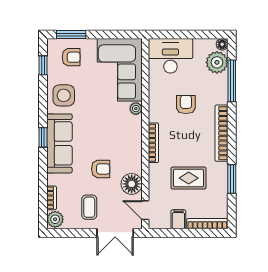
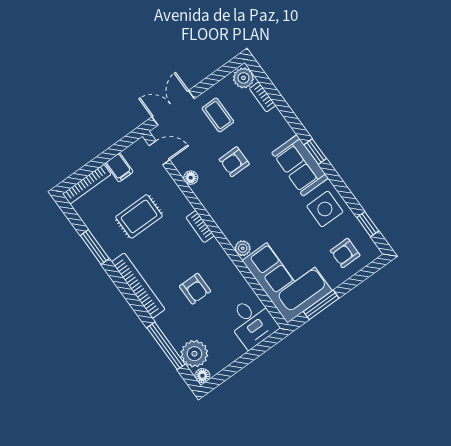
window: (71, 35) -> (321, 305), moved
desk: (170, 56) -> (252, 322), width x0.73
sofa: (59, 143) -> (300, 165), width x0.73
bookcase: (153, 143) -> (200, 226), width x0.64
floor lamp: (132, 184) -> (191, 178), width x0.53, depth x0.53

